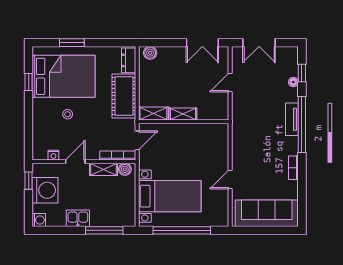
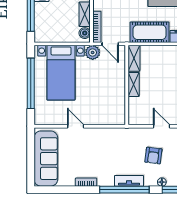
armchair: (263, 92) -> (153, 156), added
plant: (147, 160) -> (93, 52), added

